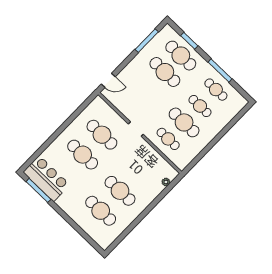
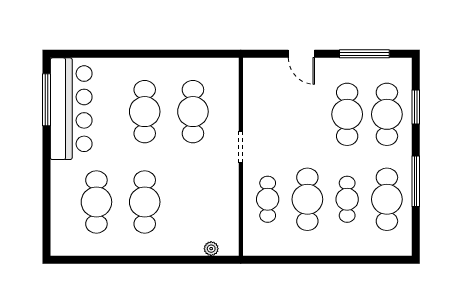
door: (108, 80) -> (301, 54), moved
cafe table: (216, 90) -> (387, 199), width x1.37, depth x1.35
bar counter: (46, 178) -> (71, 109), width x1.36

